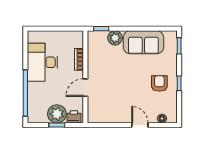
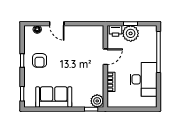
plant: (115, 38) -> (97, 101), moved

